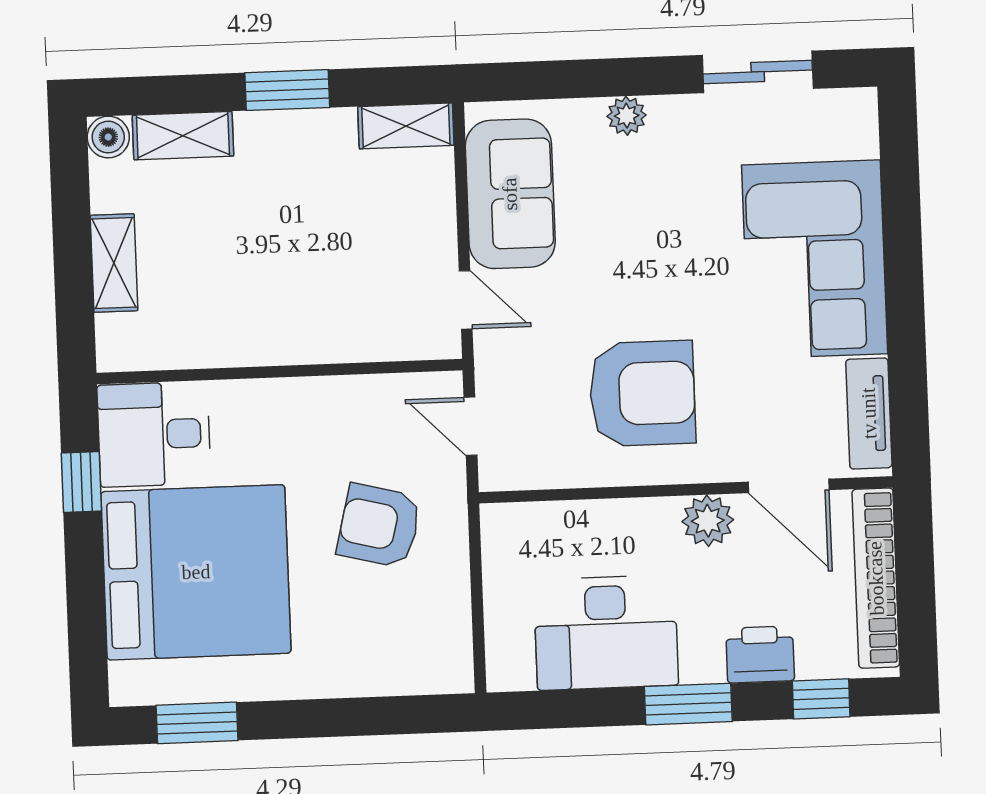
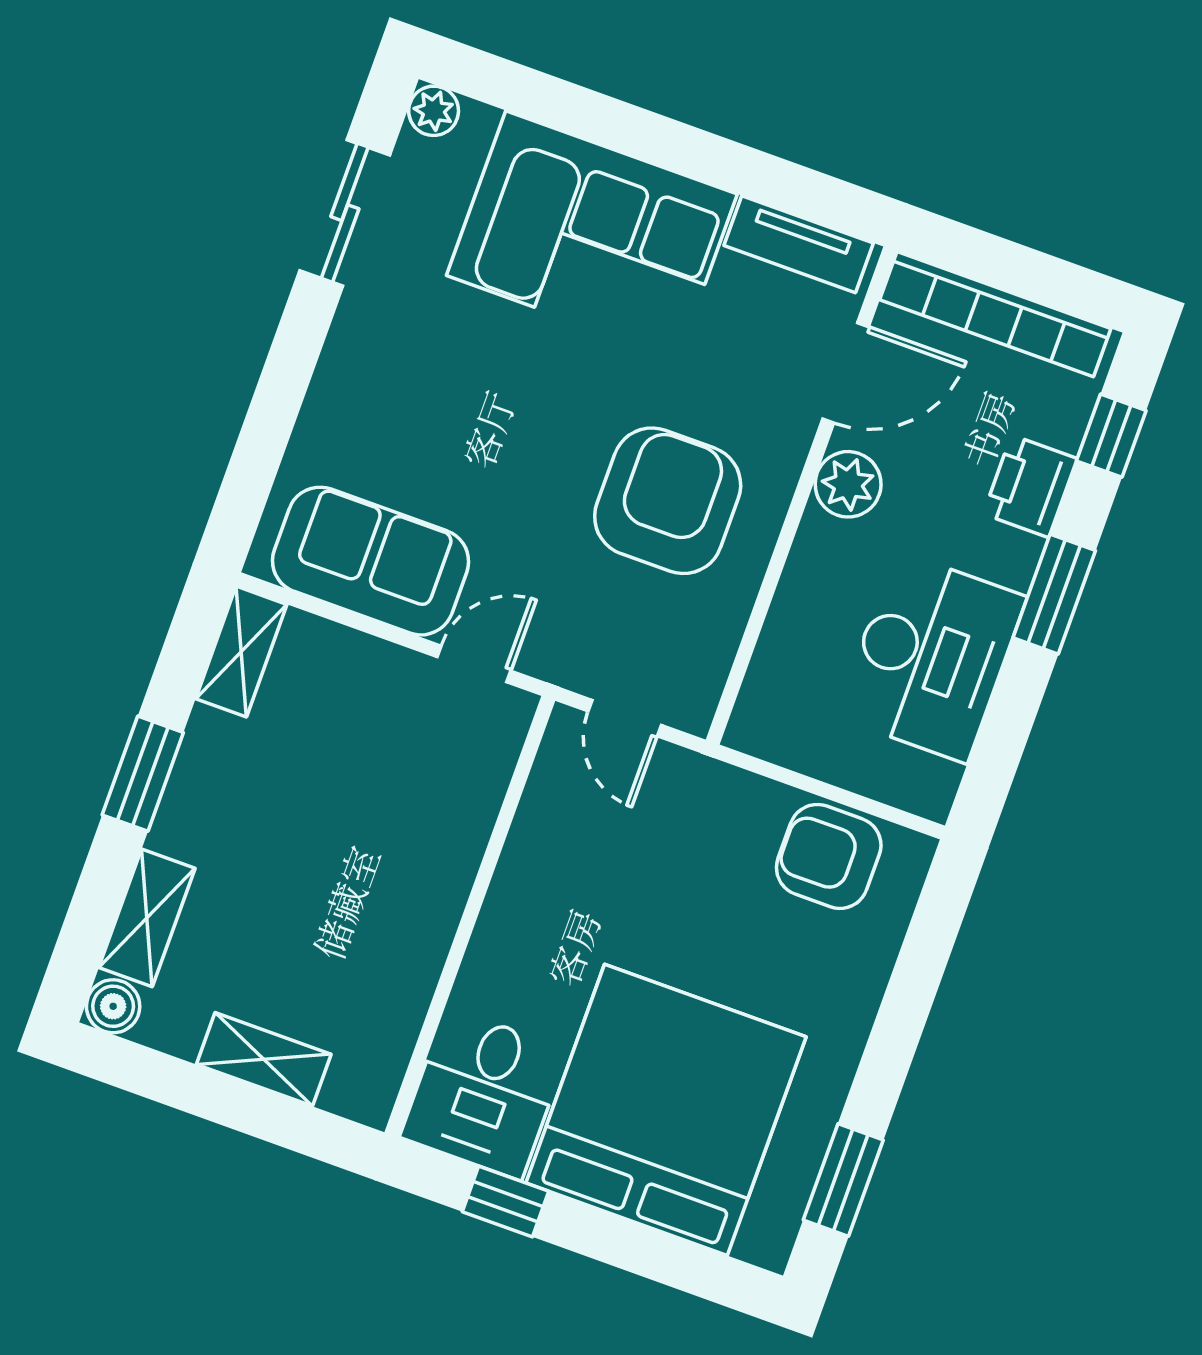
plant: (627, 116) -> (434, 111), moved
door: (470, 426) -> (625, 718), hinge flipped
armchair: (379, 526) -> (829, 856), moved, turned 76

